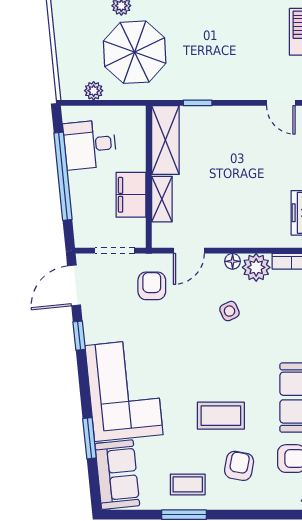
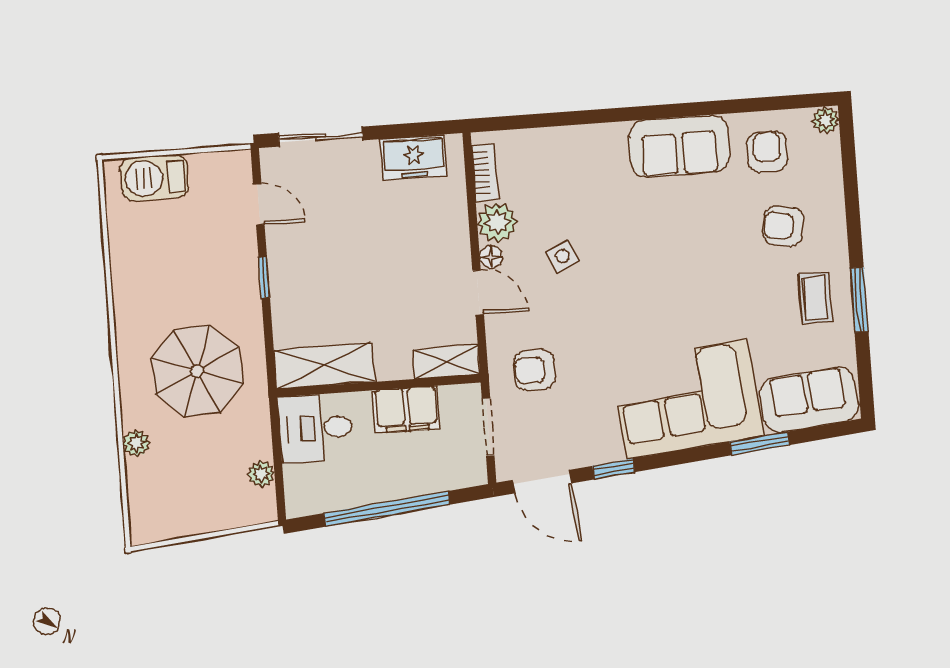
parasol: (135, 52) -> (197, 371), moved
window: (198, 103) -> (264, 278), moved
door: (281, 103) -> (259, 204), hinge flipped
desk: (90, 145) -> (316, 428), moved, turned 96
shelving: (162, 199) -> (446, 362), moved
door: (189, 251) -> (478, 292), moved
coffee table: (221, 416) -> (713, 258), removed

